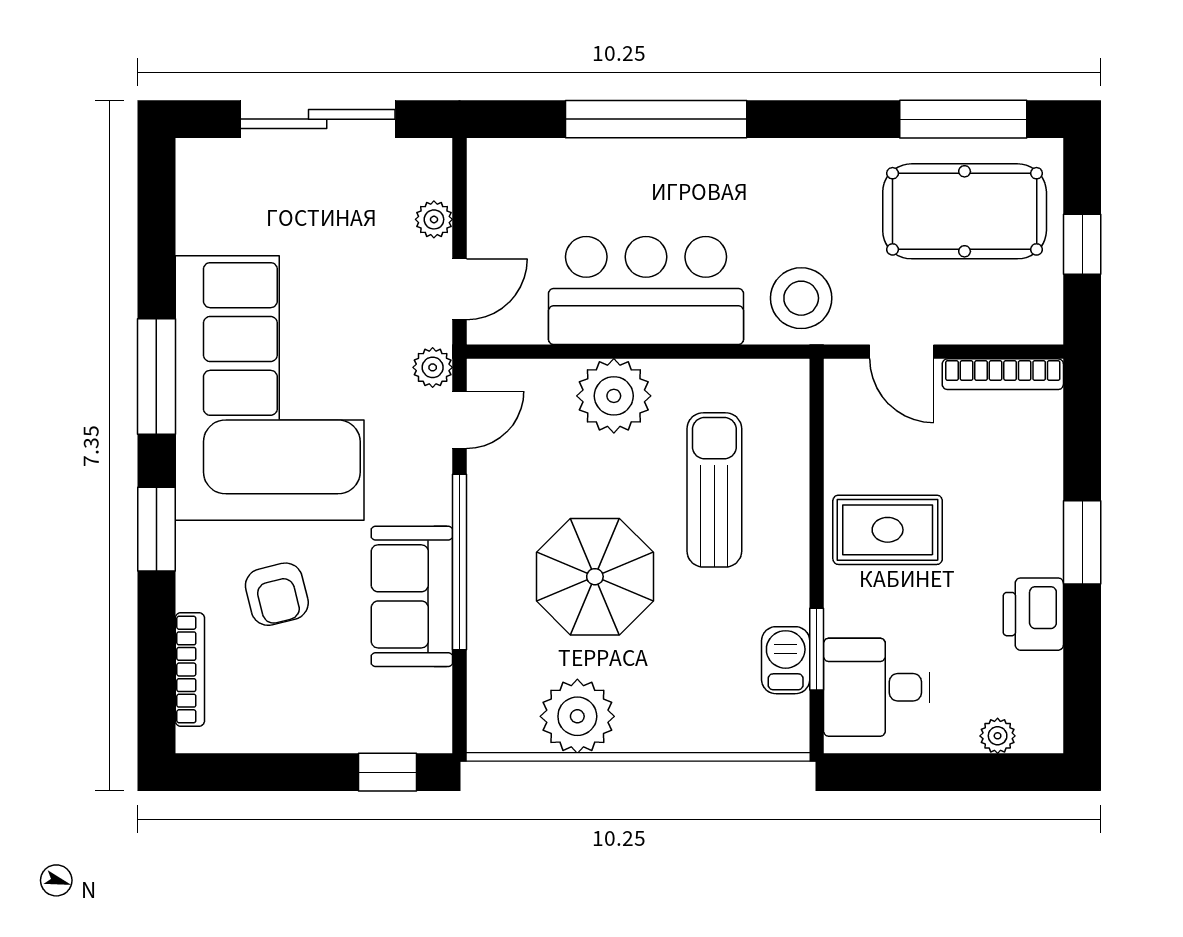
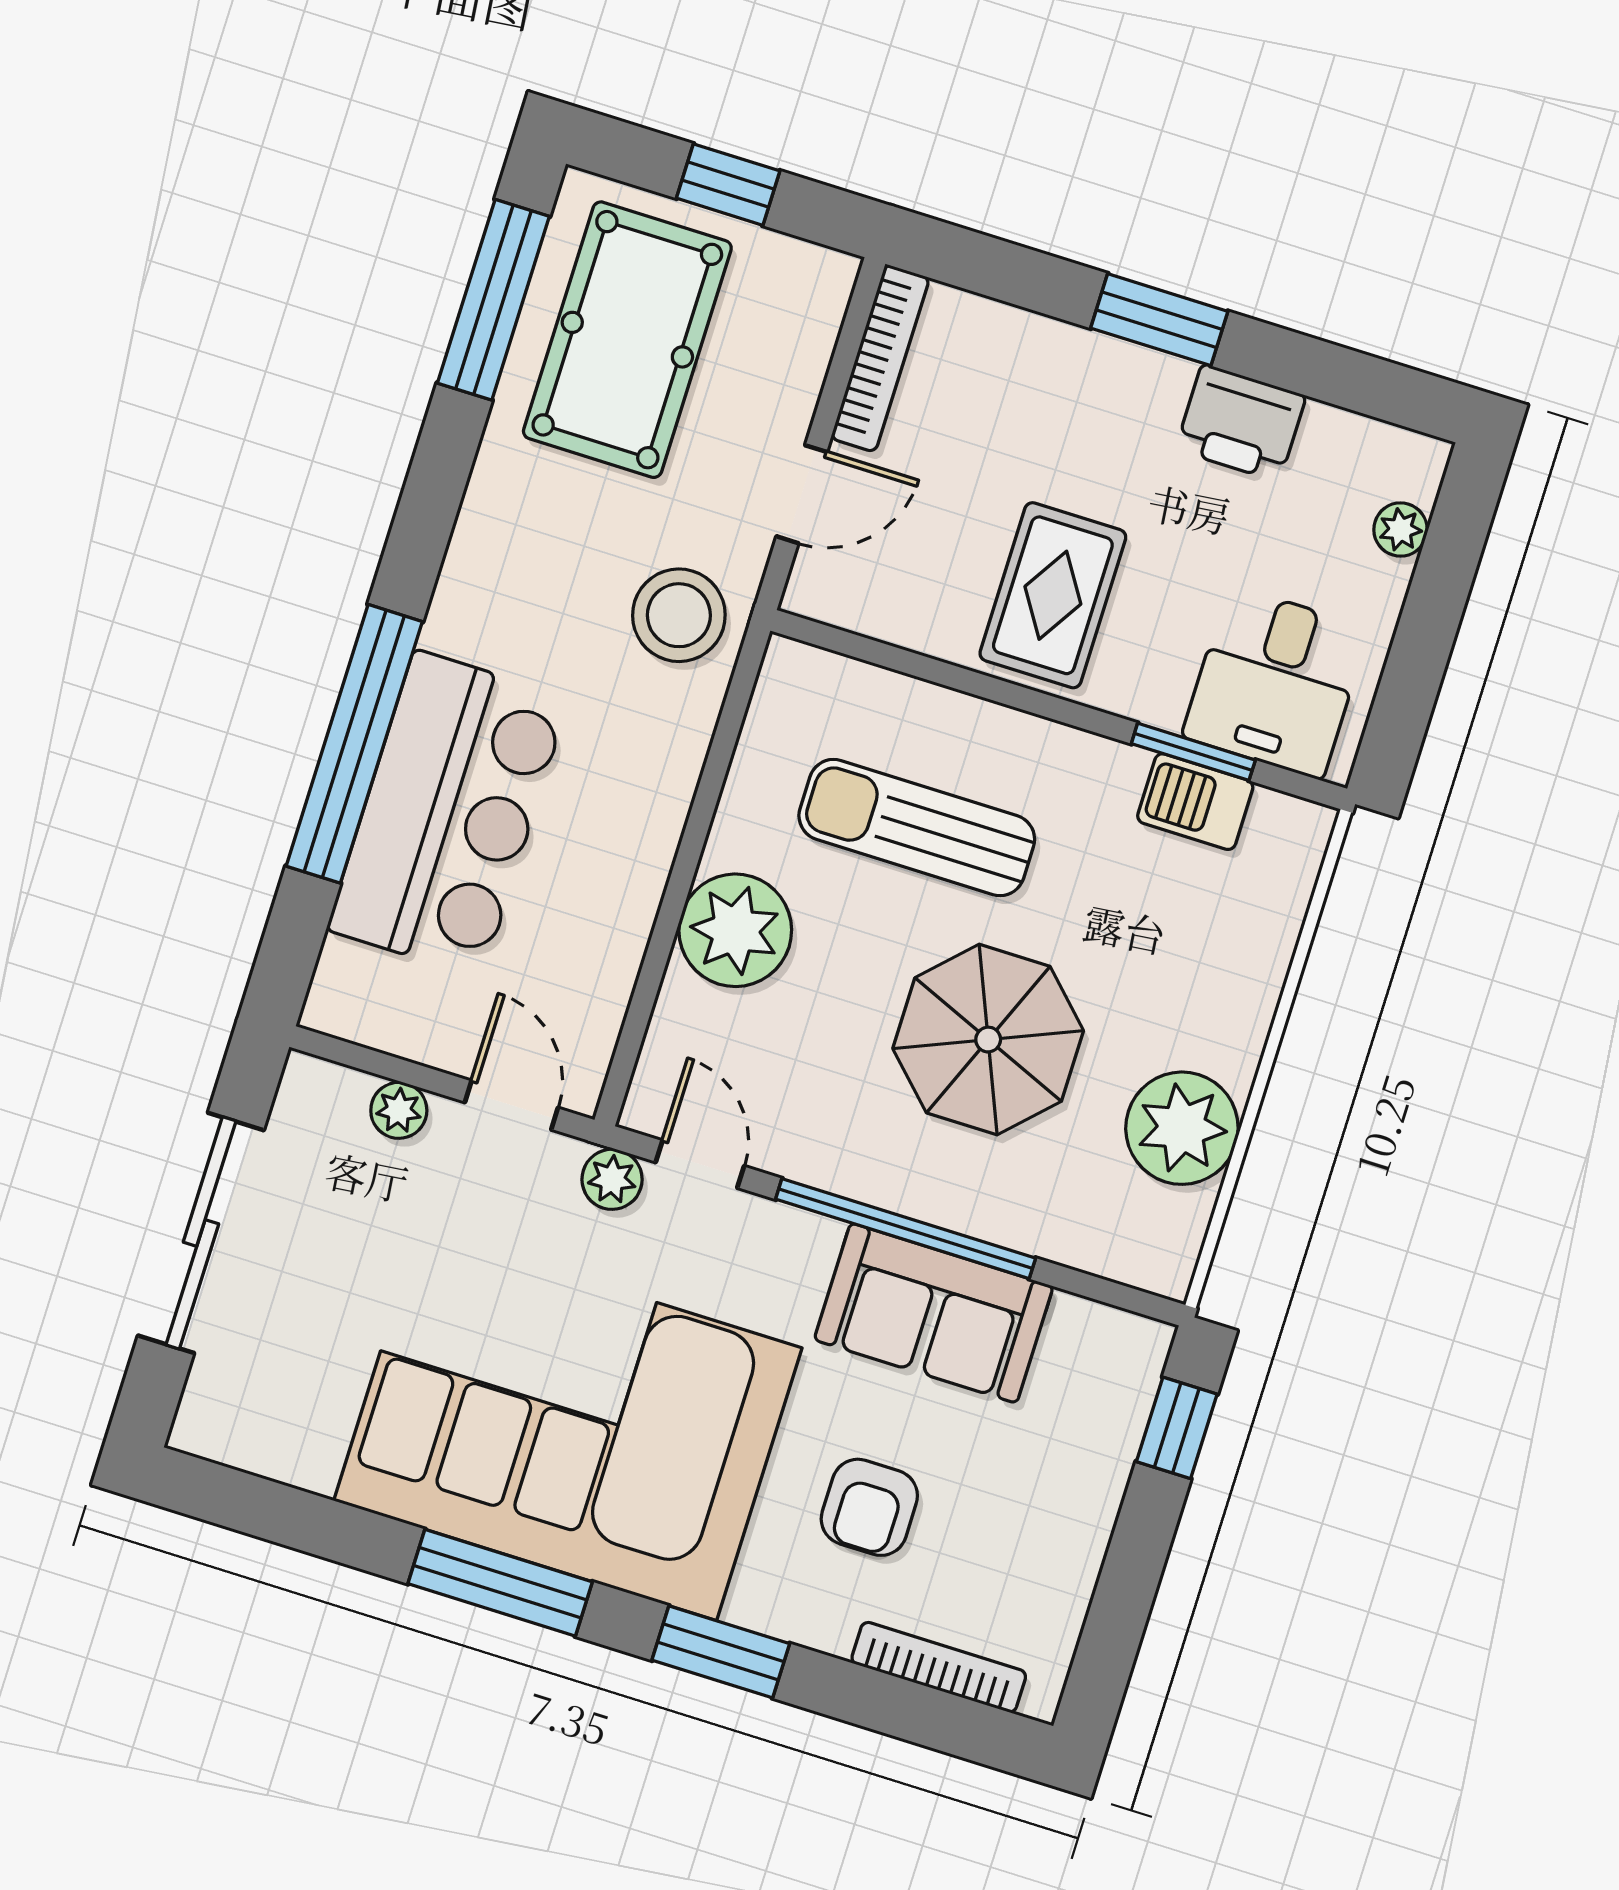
bar counter: (646, 290) -> (448, 814), moved, turned 180
armchair: (277, 594) -> (869, 1507), turned 104

